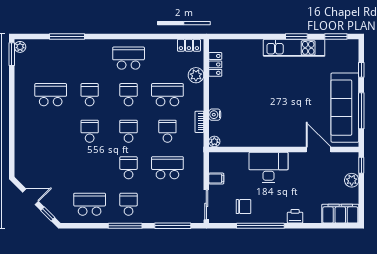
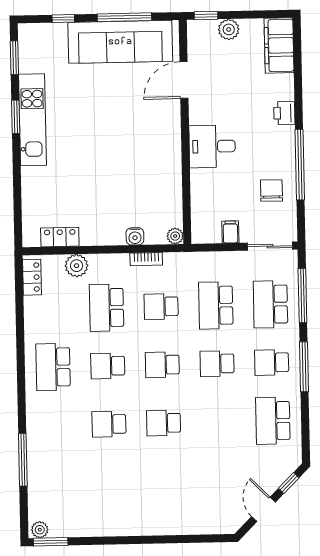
school desk: (51, 95) -> (270, 304), moved
desk: (269, 168) -> (212, 146), width x0.73

